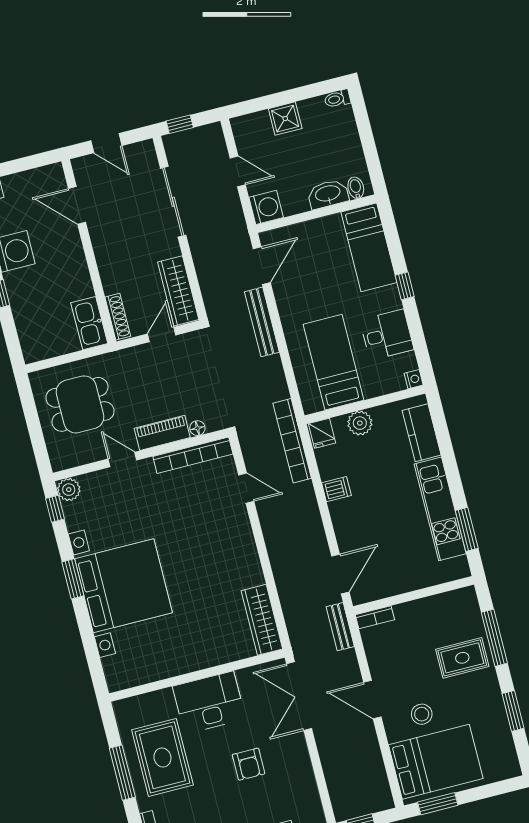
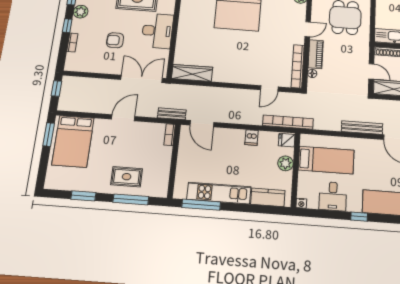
window: (467, 529) -> (201, 205), width x1.44
rug: (462, 658) -> (127, 177), turned 90
stool: (422, 714) -> (104, 143), removed

